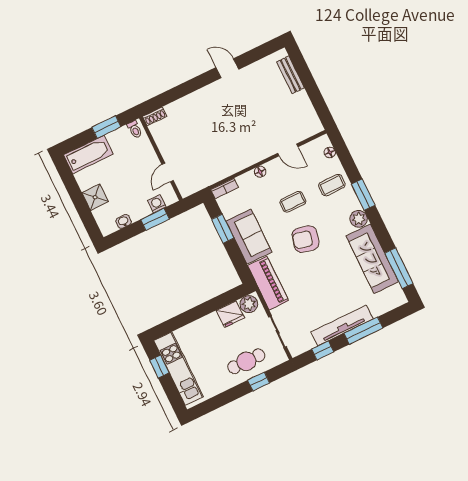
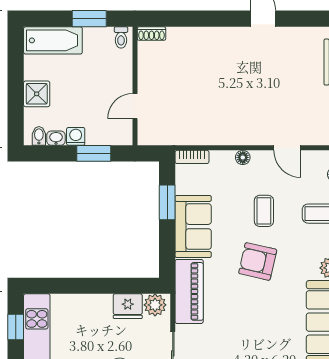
coffee table: (293, 202) -> (264, 211), turned 90
washing machine: (157, 204) -> (76, 136), moved
bidet: (111, 226) -> (39, 136), added

